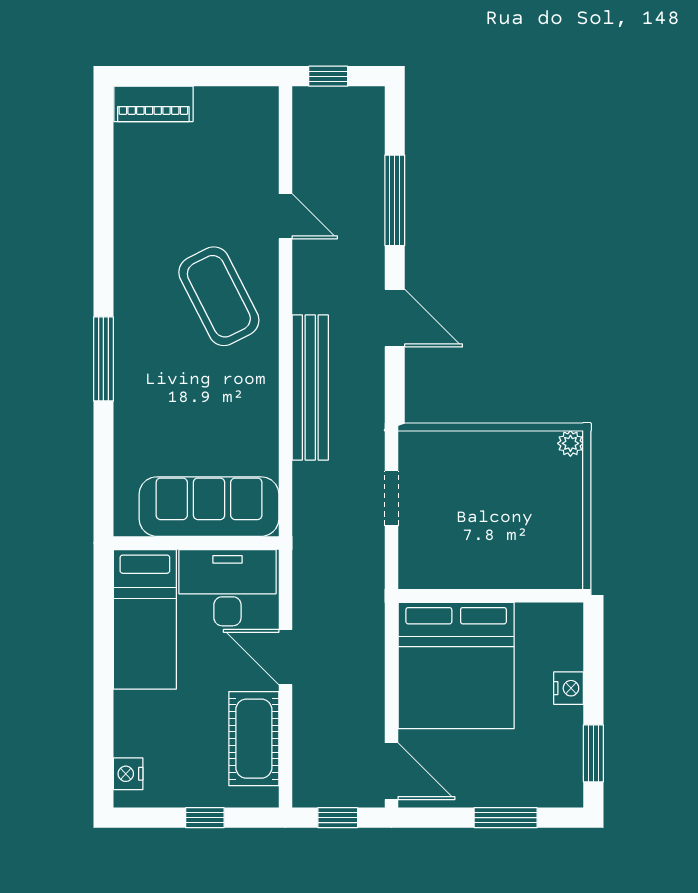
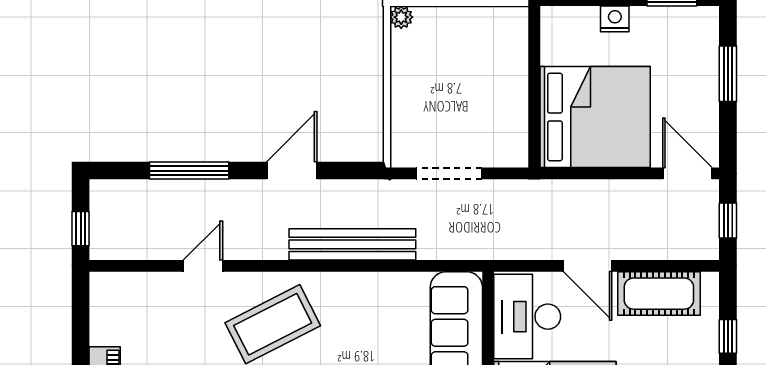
doorway: (391, 498) -> (449, 173), width x1.38
door: (286, 657) -> (588, 266), hinge flipped
door: (391, 771) -> (687, 173), hinge flipped

